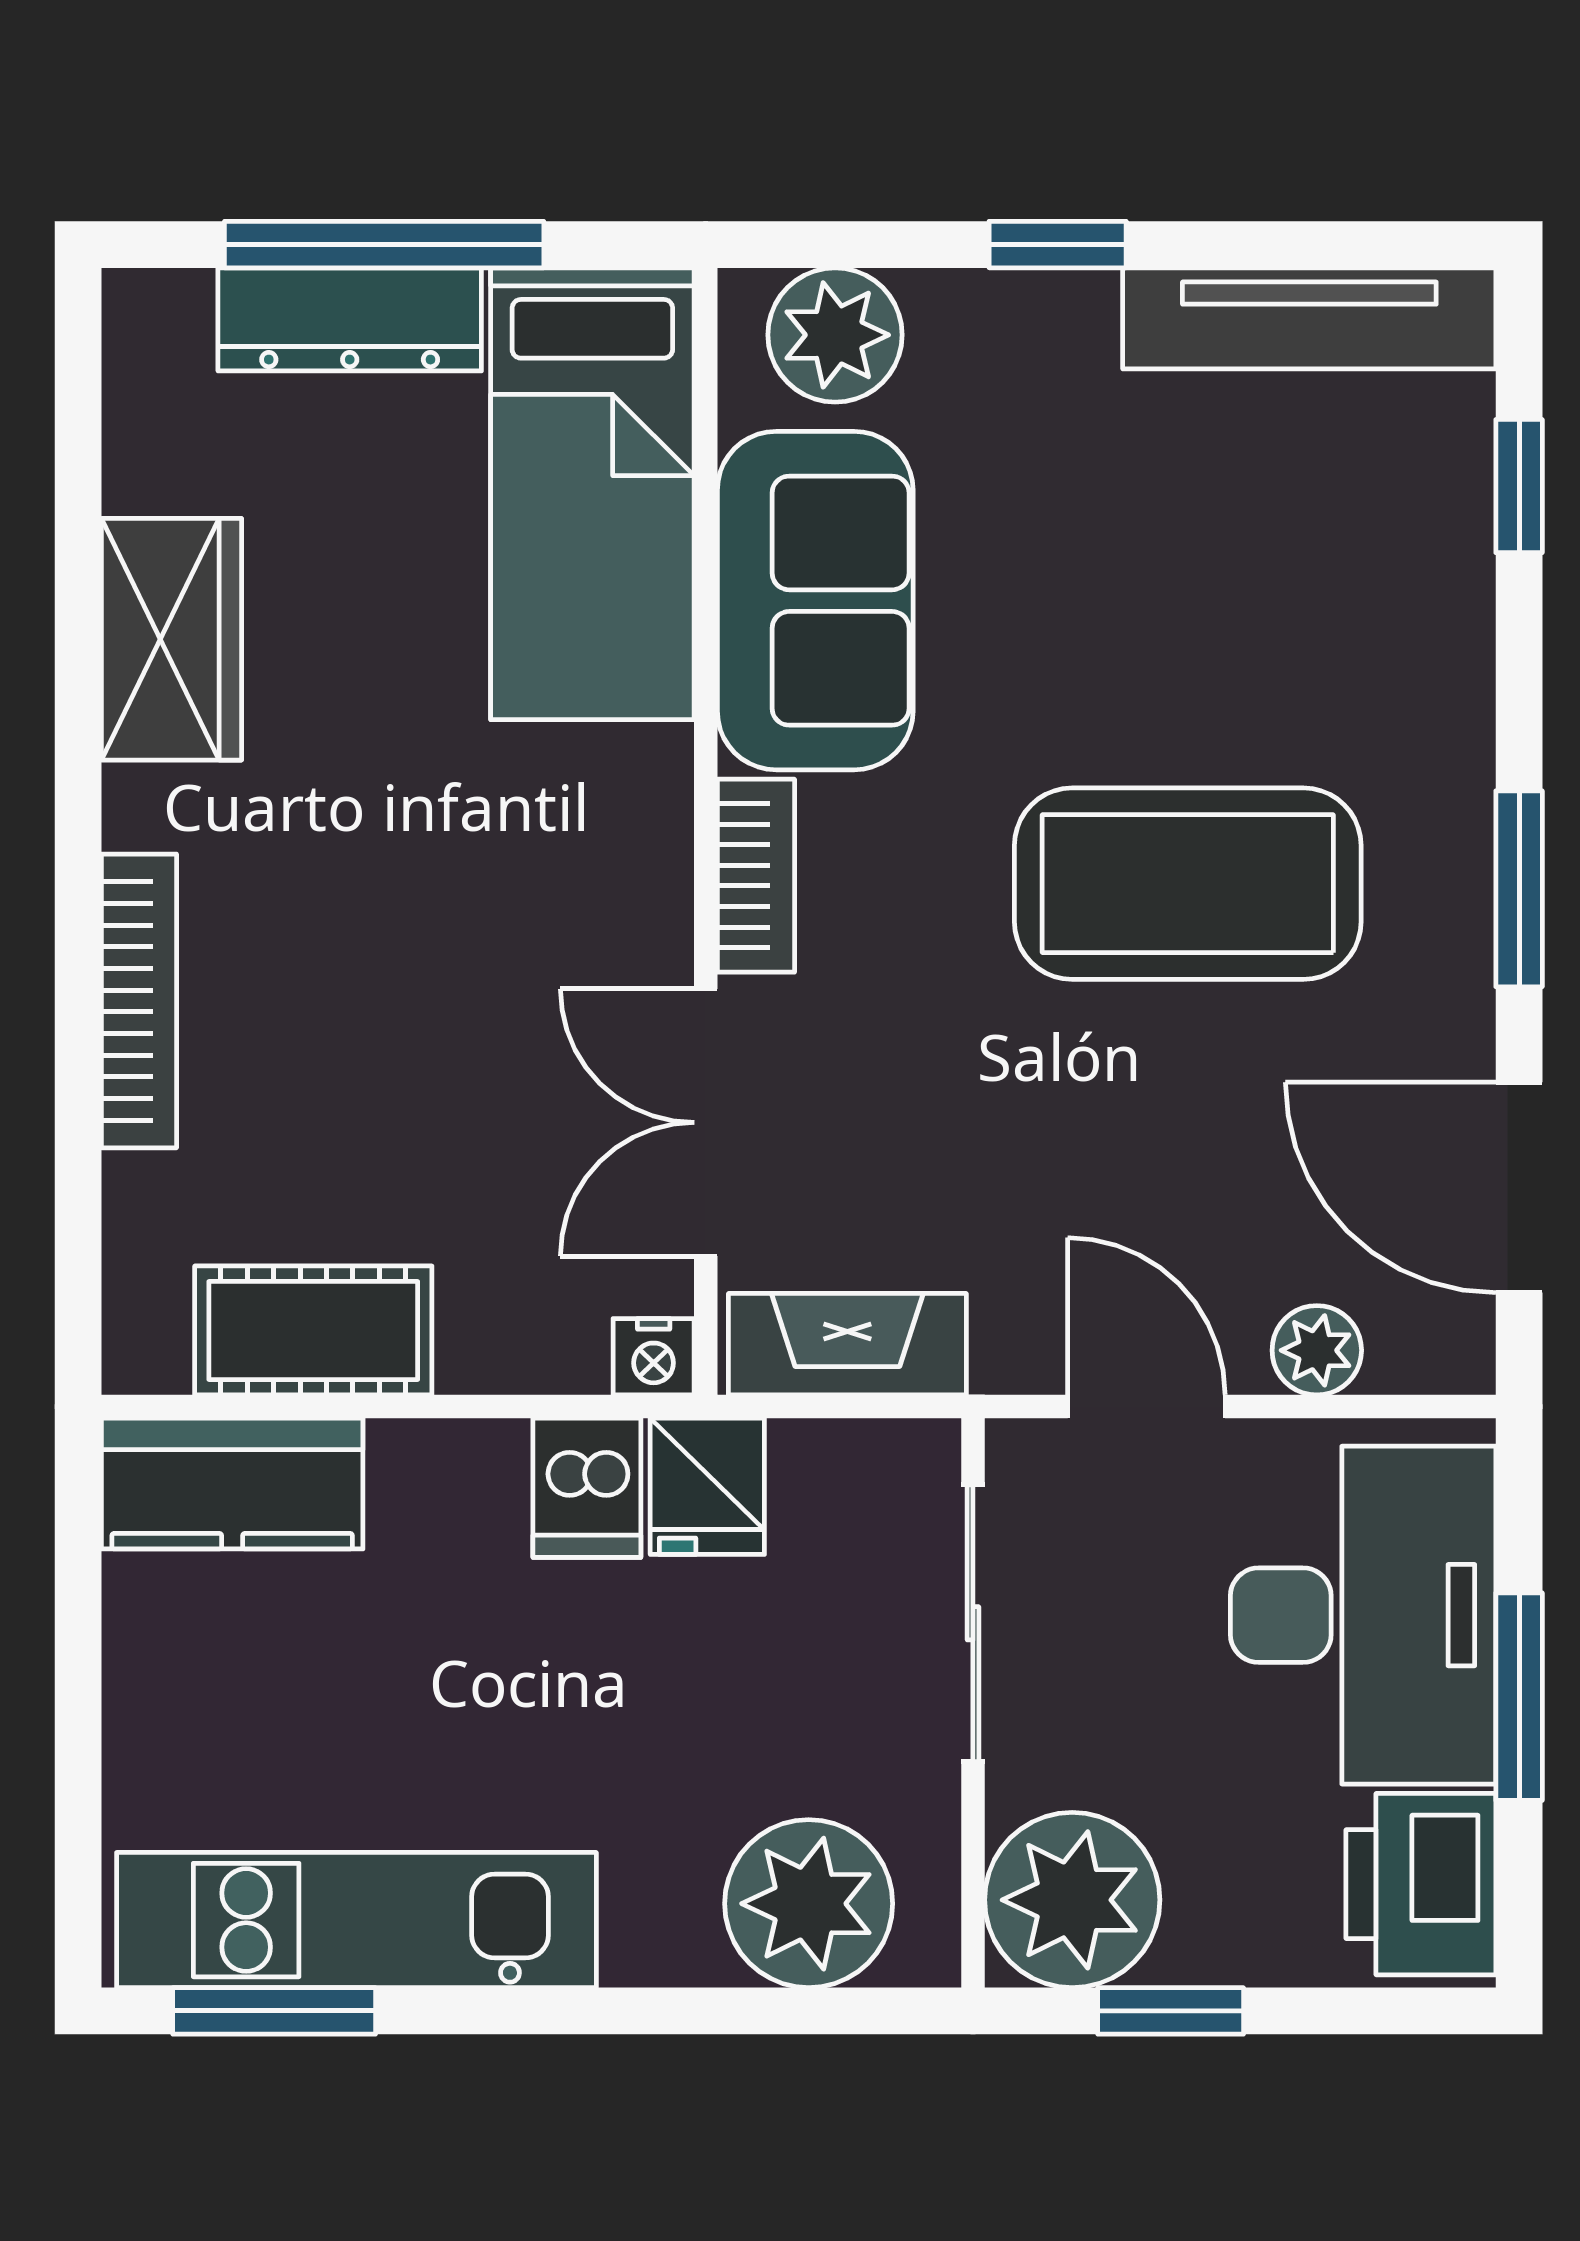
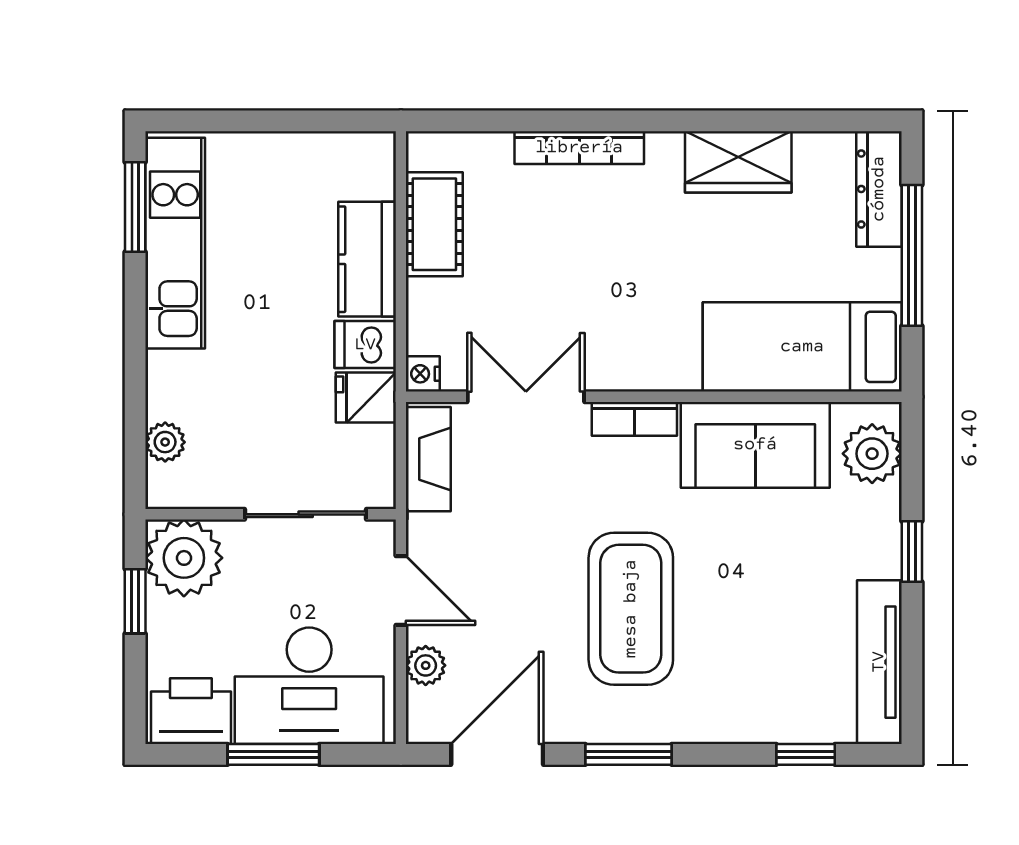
dresser: (350, 319) -> (879, 189), moved
door: (1146, 1407) -> (401, 591), hinge flipped
kitchen counter: (232, 1484) -> (367, 259), moved
plant: (809, 1904) -> (165, 442), width x0.53, depth x0.53

